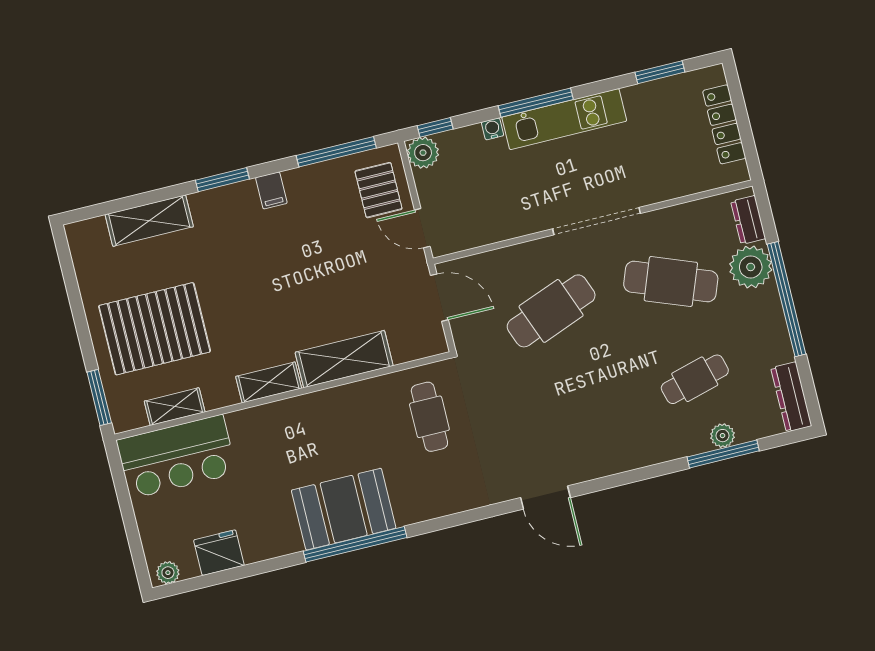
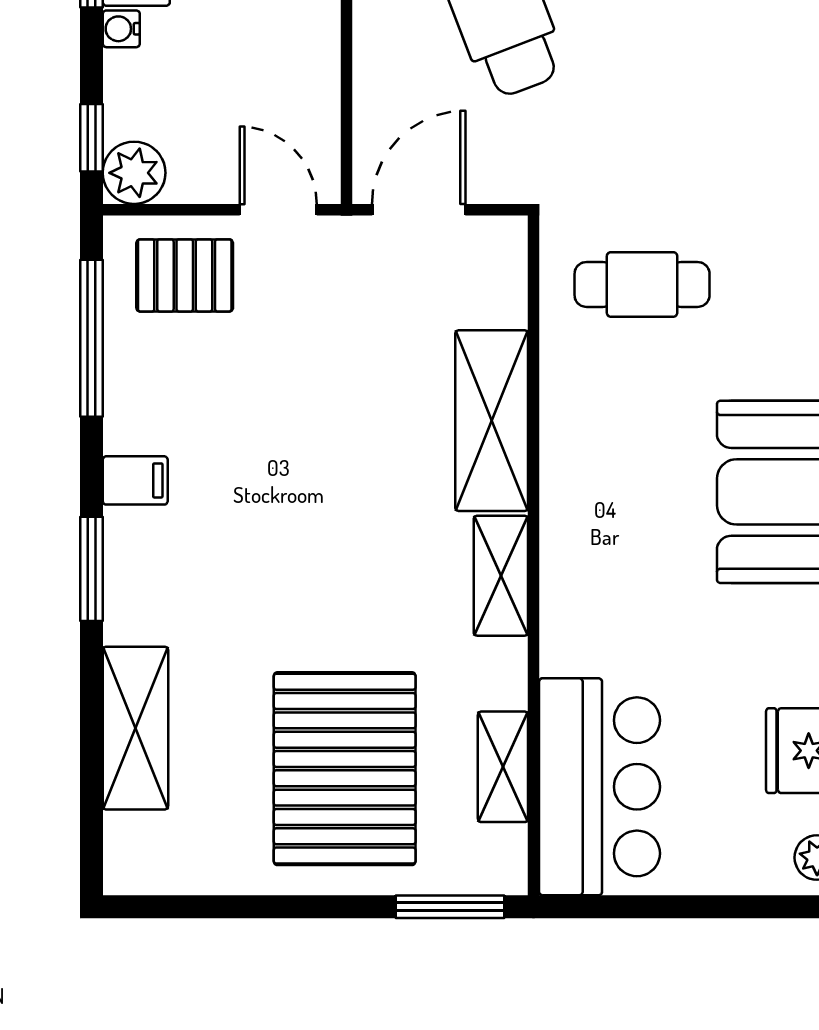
door: (422, 228) -> (278, 210), swing flipped

